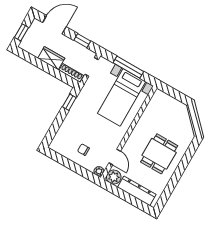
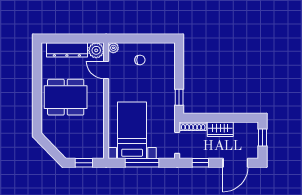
window: (175, 94) -> (84, 163), added
dining table: (159, 154) -> (66, 97), width x1.38

